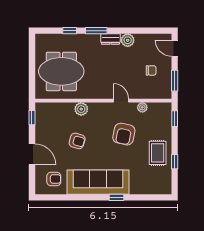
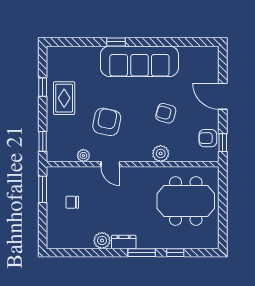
door: (175, 48) -> (43, 230), removed
armchair: (54, 179) -> (208, 138), moved

